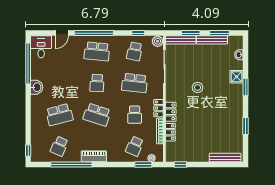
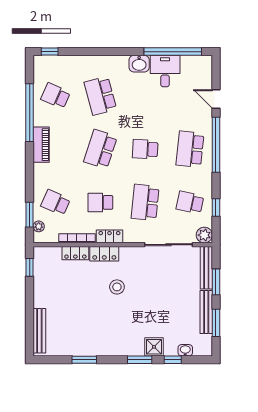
desk: (41, 47) -> (165, 71), moved, turned -90
window: (246, 64) -> (173, 360), added
stool: (198, 88) -> (117, 287), moved

